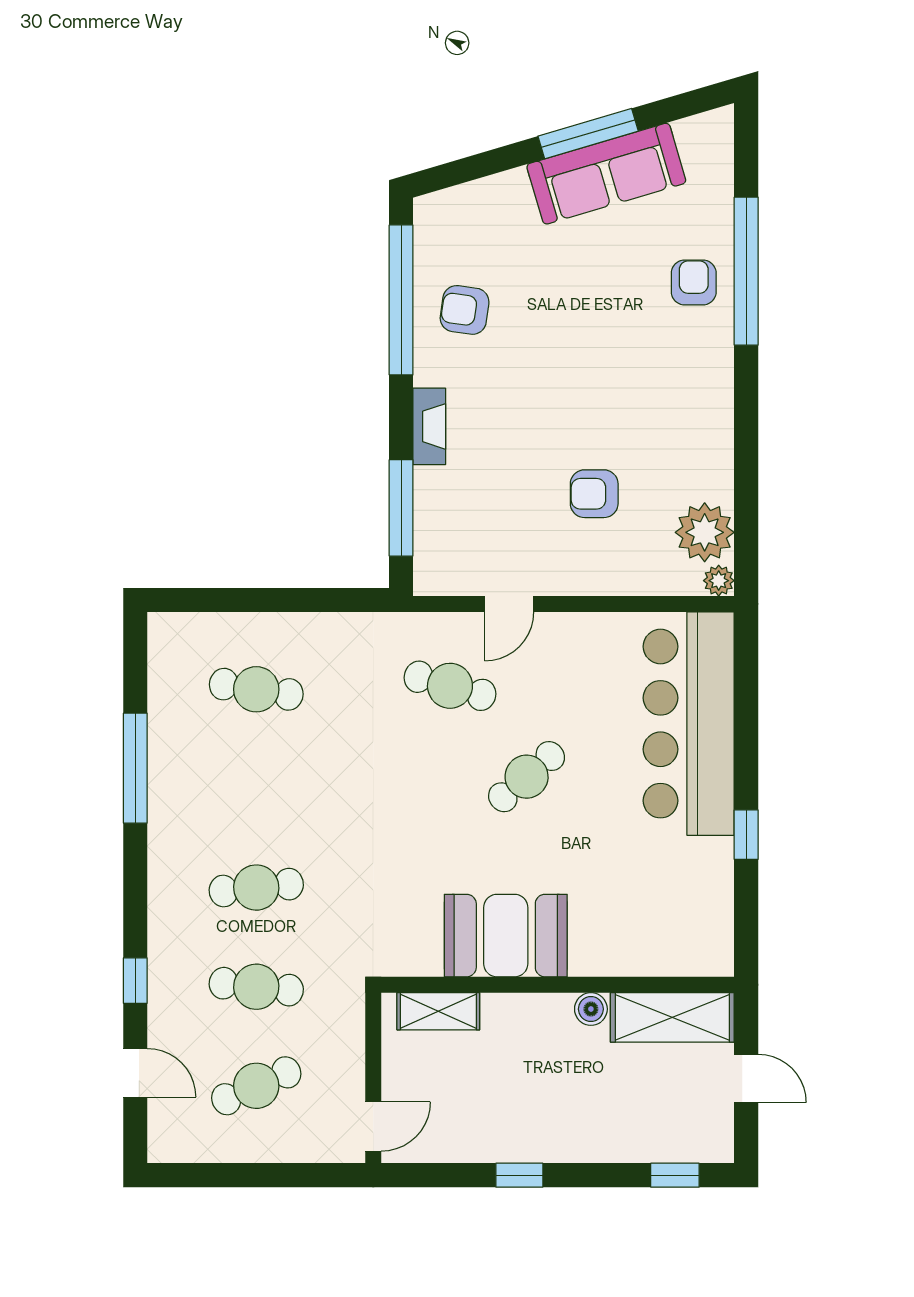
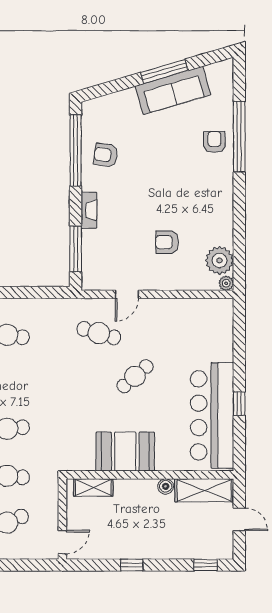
bar counter: (689, 724) -> (212, 415), moved

